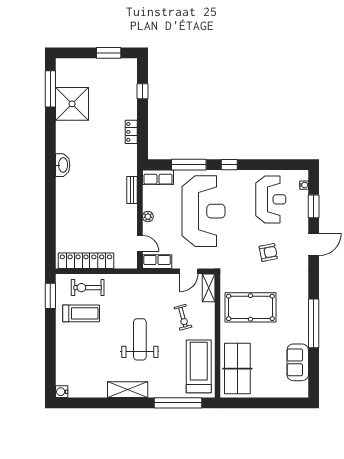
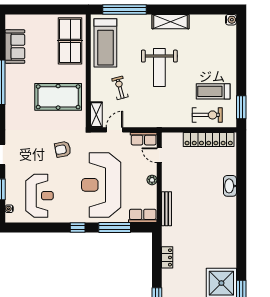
washbasin: (63, 165) -> (230, 186), moved
bench: (132, 190) -> (167, 209), width x1.36
reception desk: (271, 199) -> (39, 196), turned 180
armchair: (268, 252) -> (63, 149), moved

